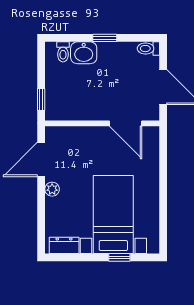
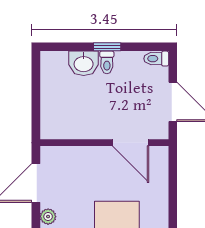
toilet: (63, 52) -> (107, 62), moved
window: (41, 100) -> (36, 116), removed

